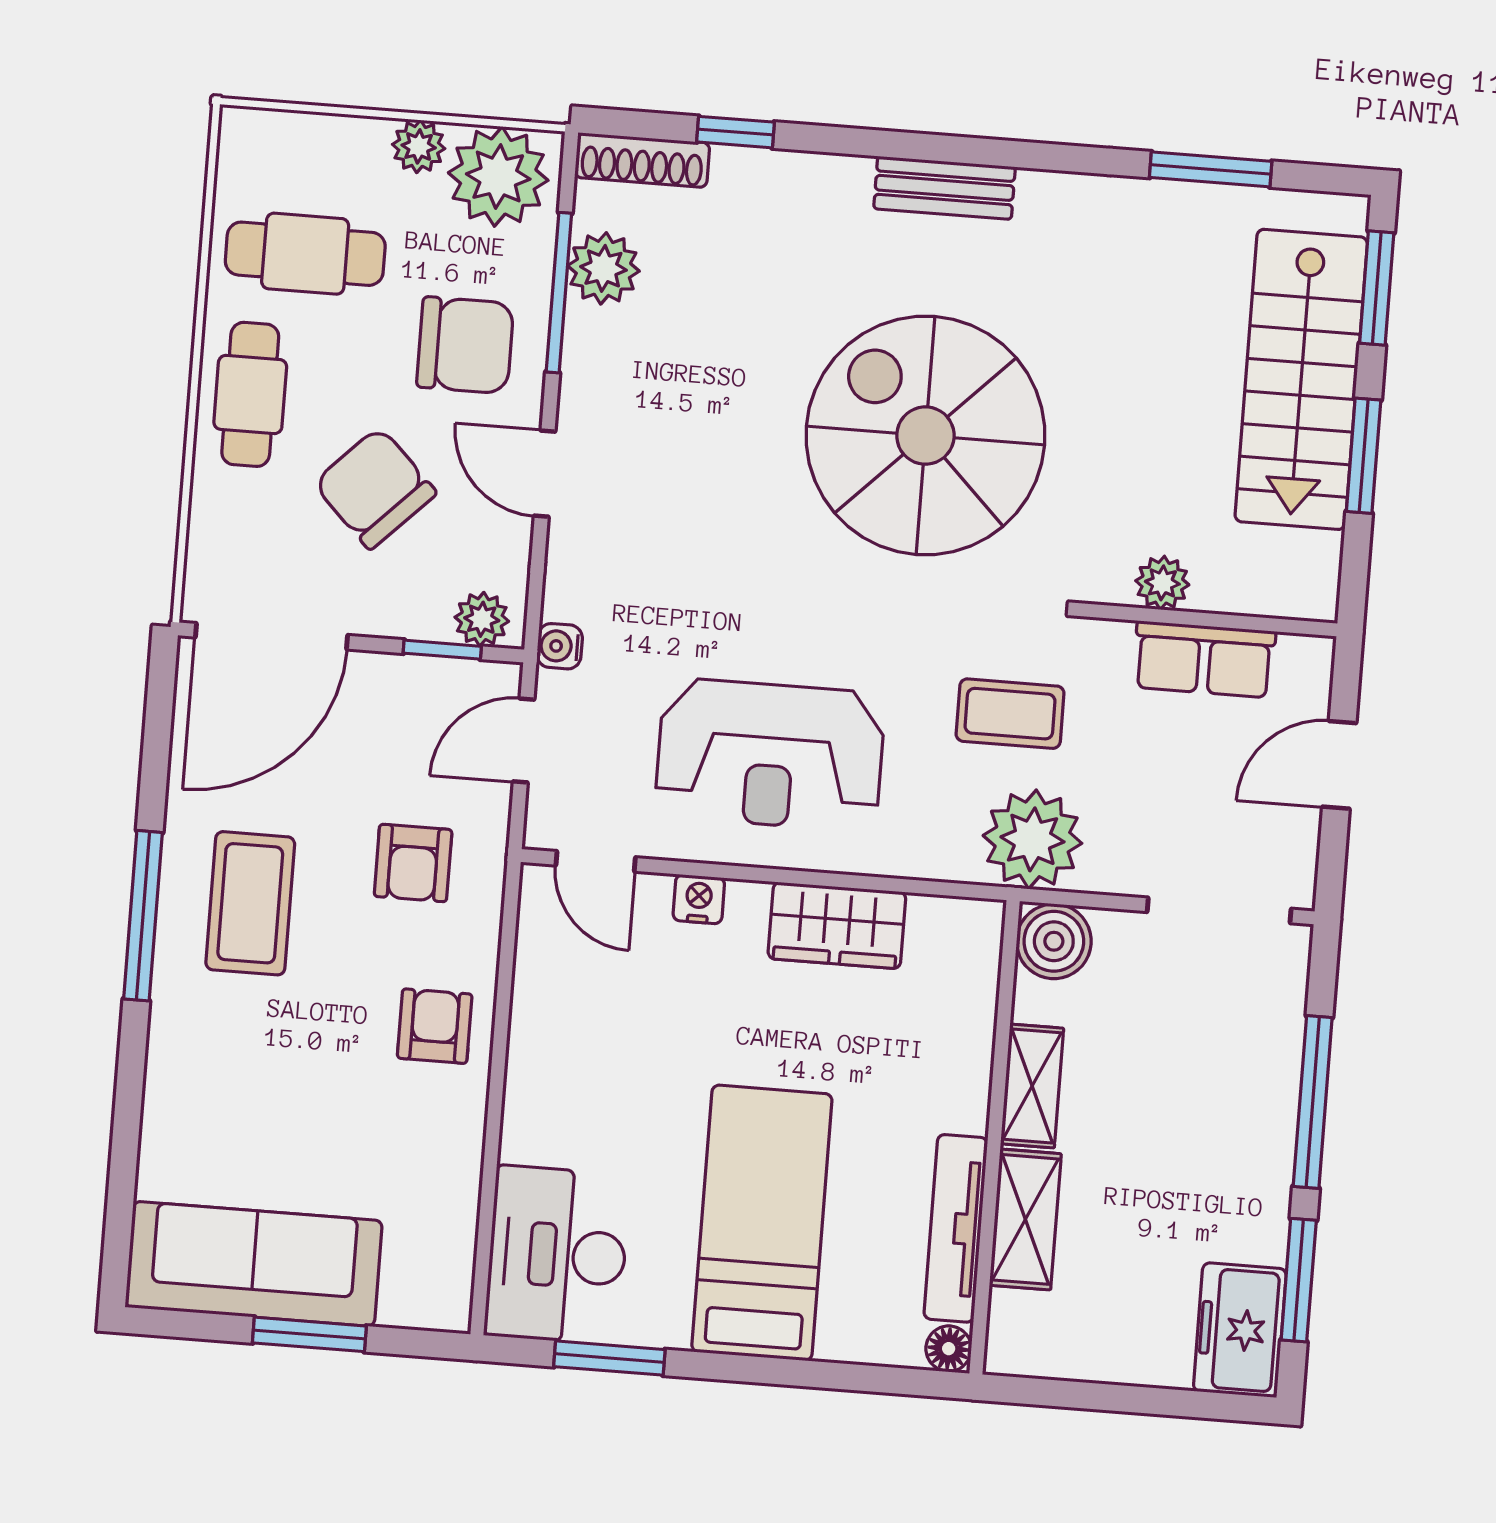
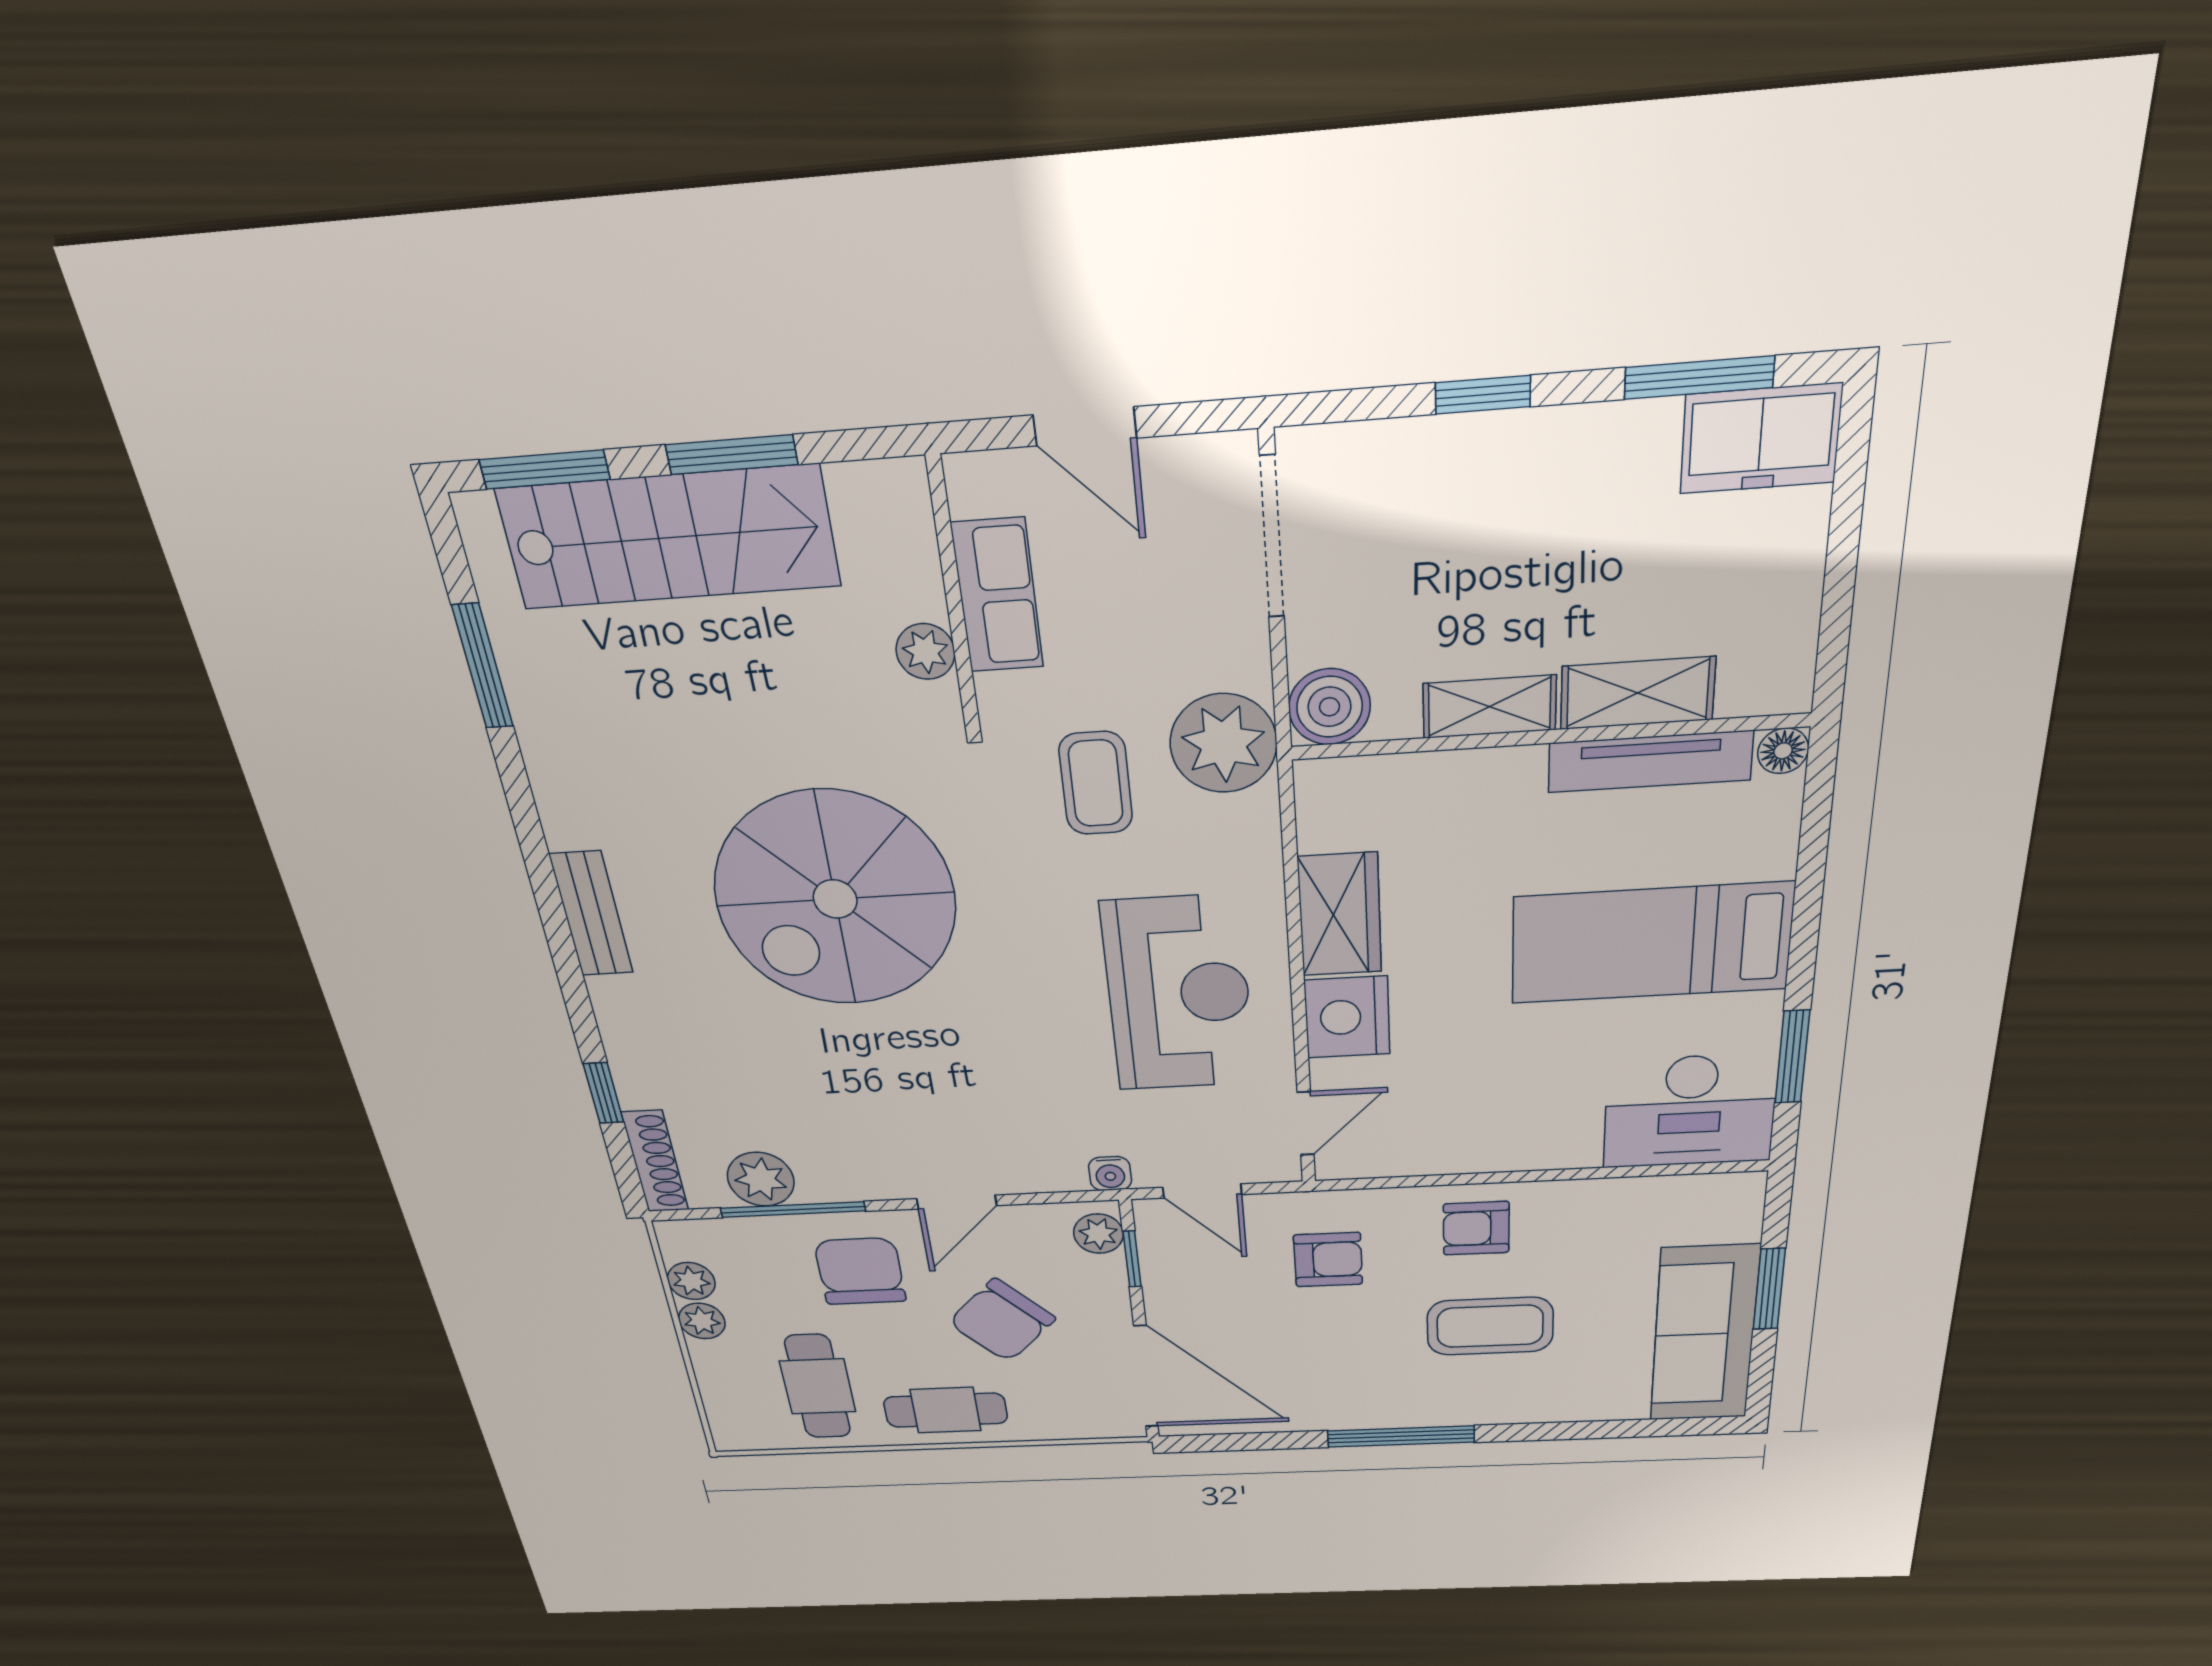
plant: (498, 177) -> (691, 1281), width x0.53, depth x0.53
nightstand: (699, 899) -> (1347, 1017), width x1.89, depth x1.79
coffee table: (250, 903) -> (1490, 1326), moved
window: (1313, 1102) -> (1483, 395), width x0.46

